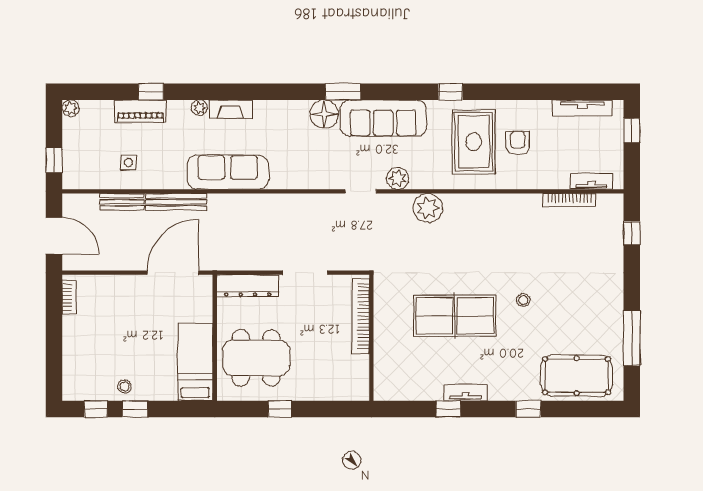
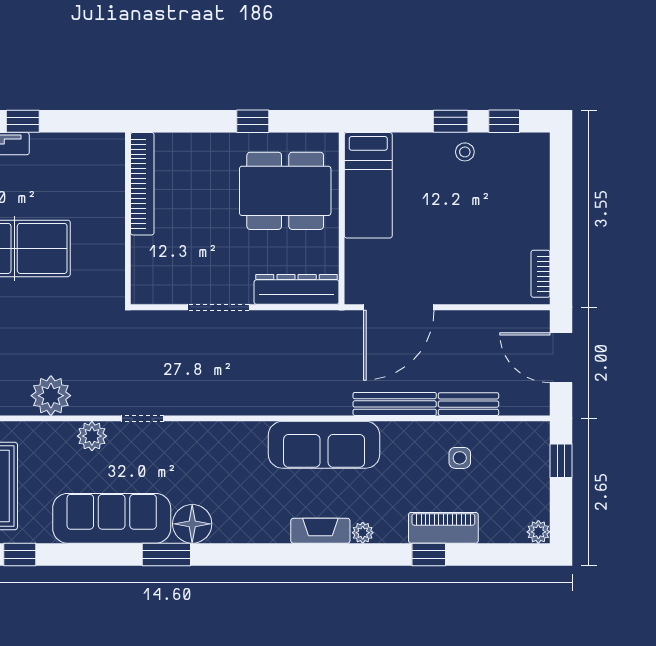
bookcase: (361, 316) -> (142, 184), moved

